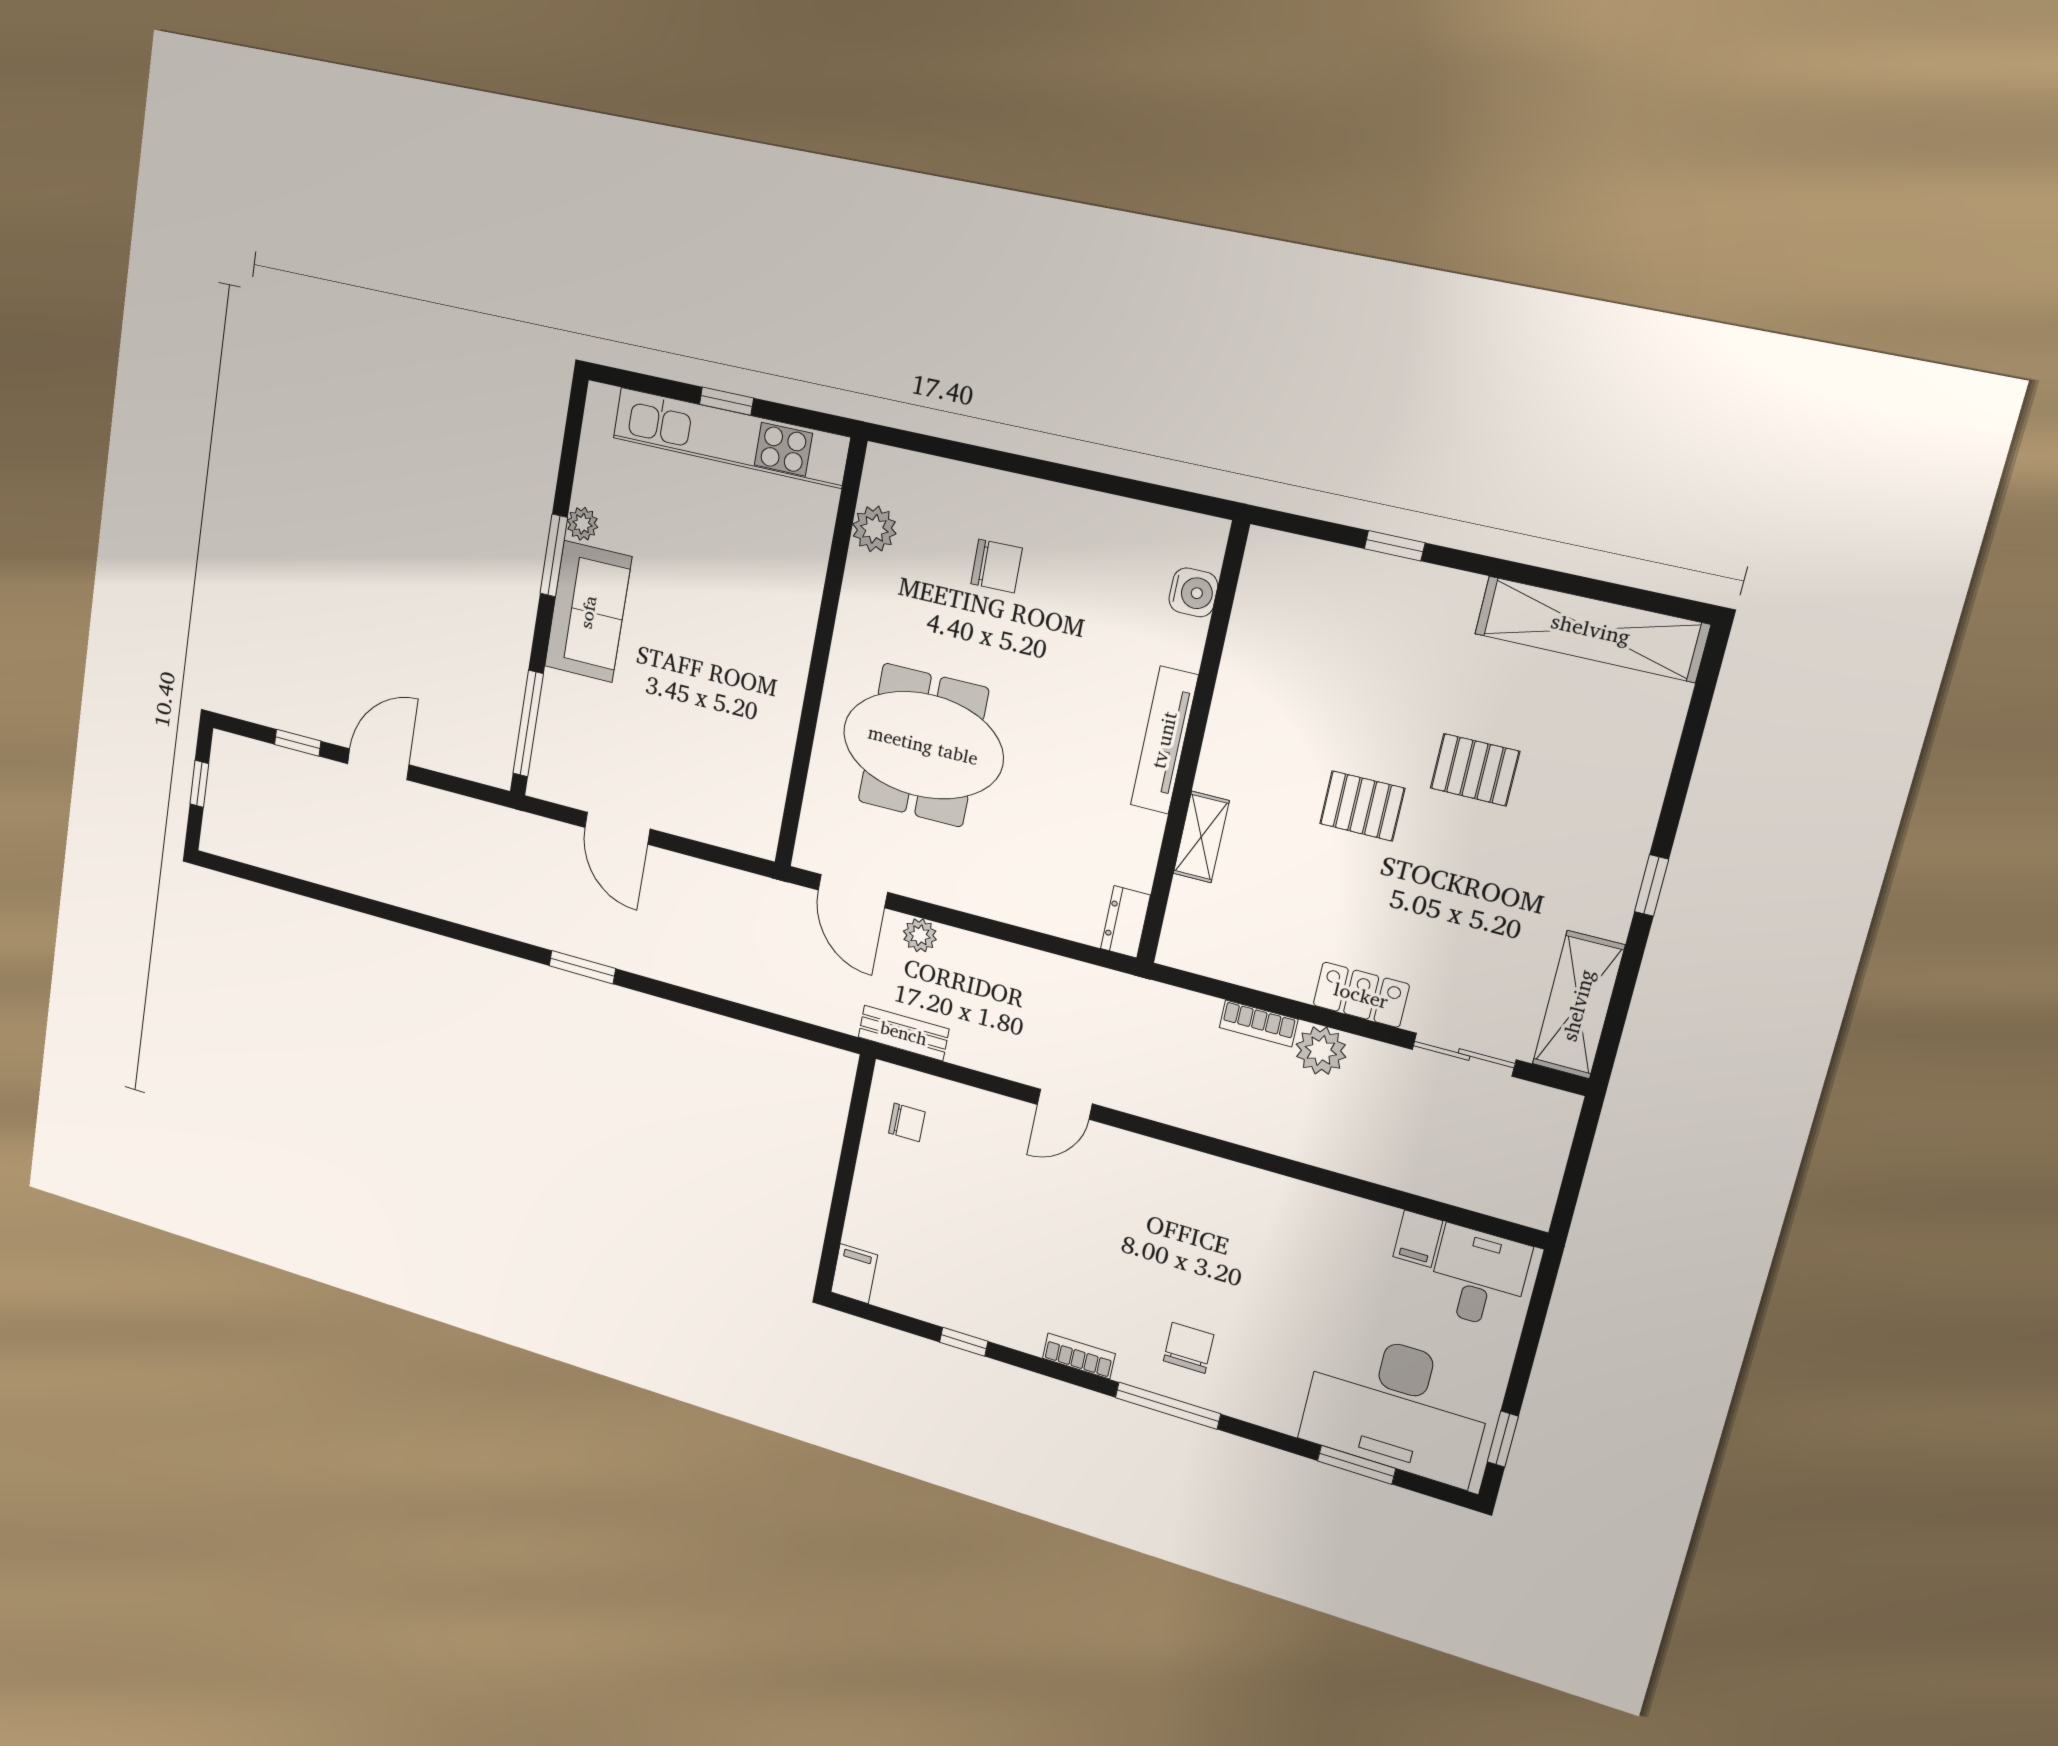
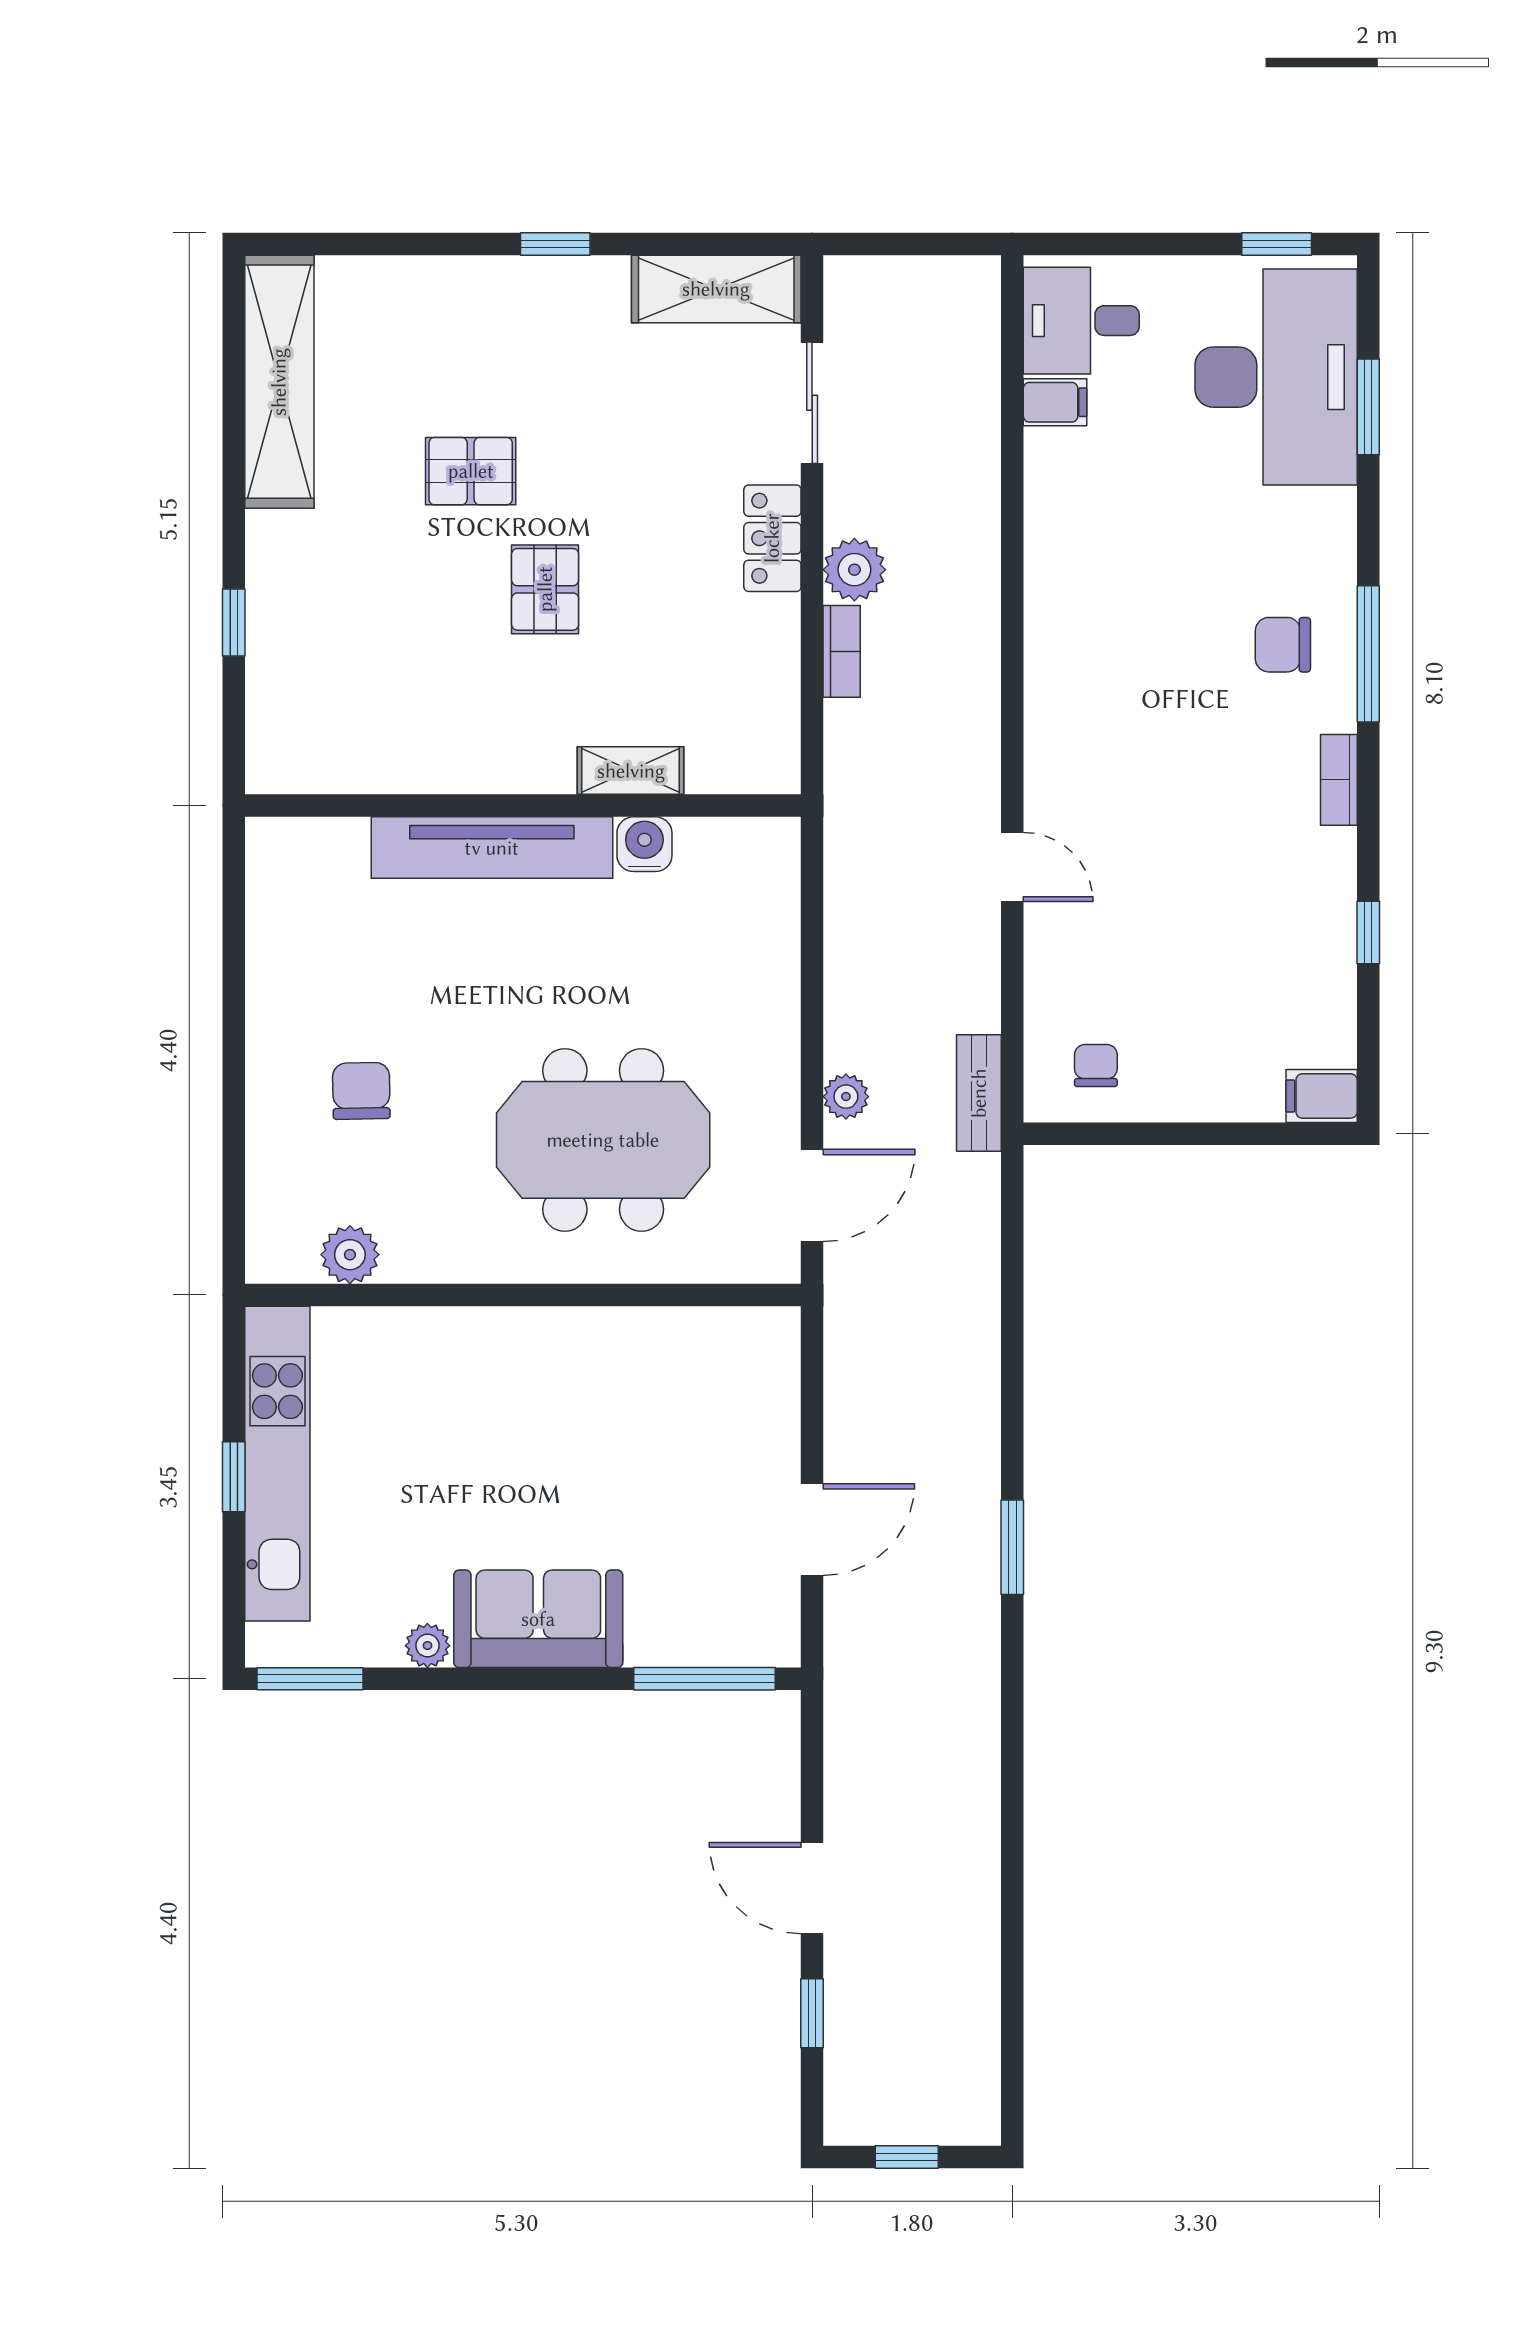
window: (554, 555) -> (310, 1679), moved
water cooler: (1193, 592) -> (644, 844), moved
tv unit: (1164, 740) -> (492, 848), width x1.36, depth x1.29
meeting table: (923, 745) -> (603, 1140), turned 90
pallet: (1475, 770) -> (471, 471), turned 90
dresser: (1125, 922) -> (759, 840), removed

